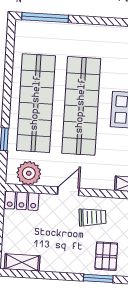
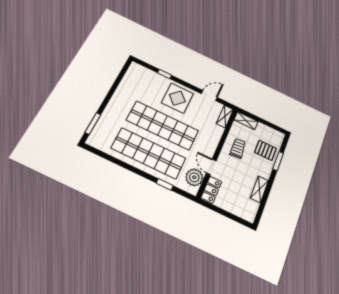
window: (45, 18) -> (93, 124), width x0.69
door: (68, 191) -> (211, 167), moved
shelving: (22, 262) -> (259, 189), moved

